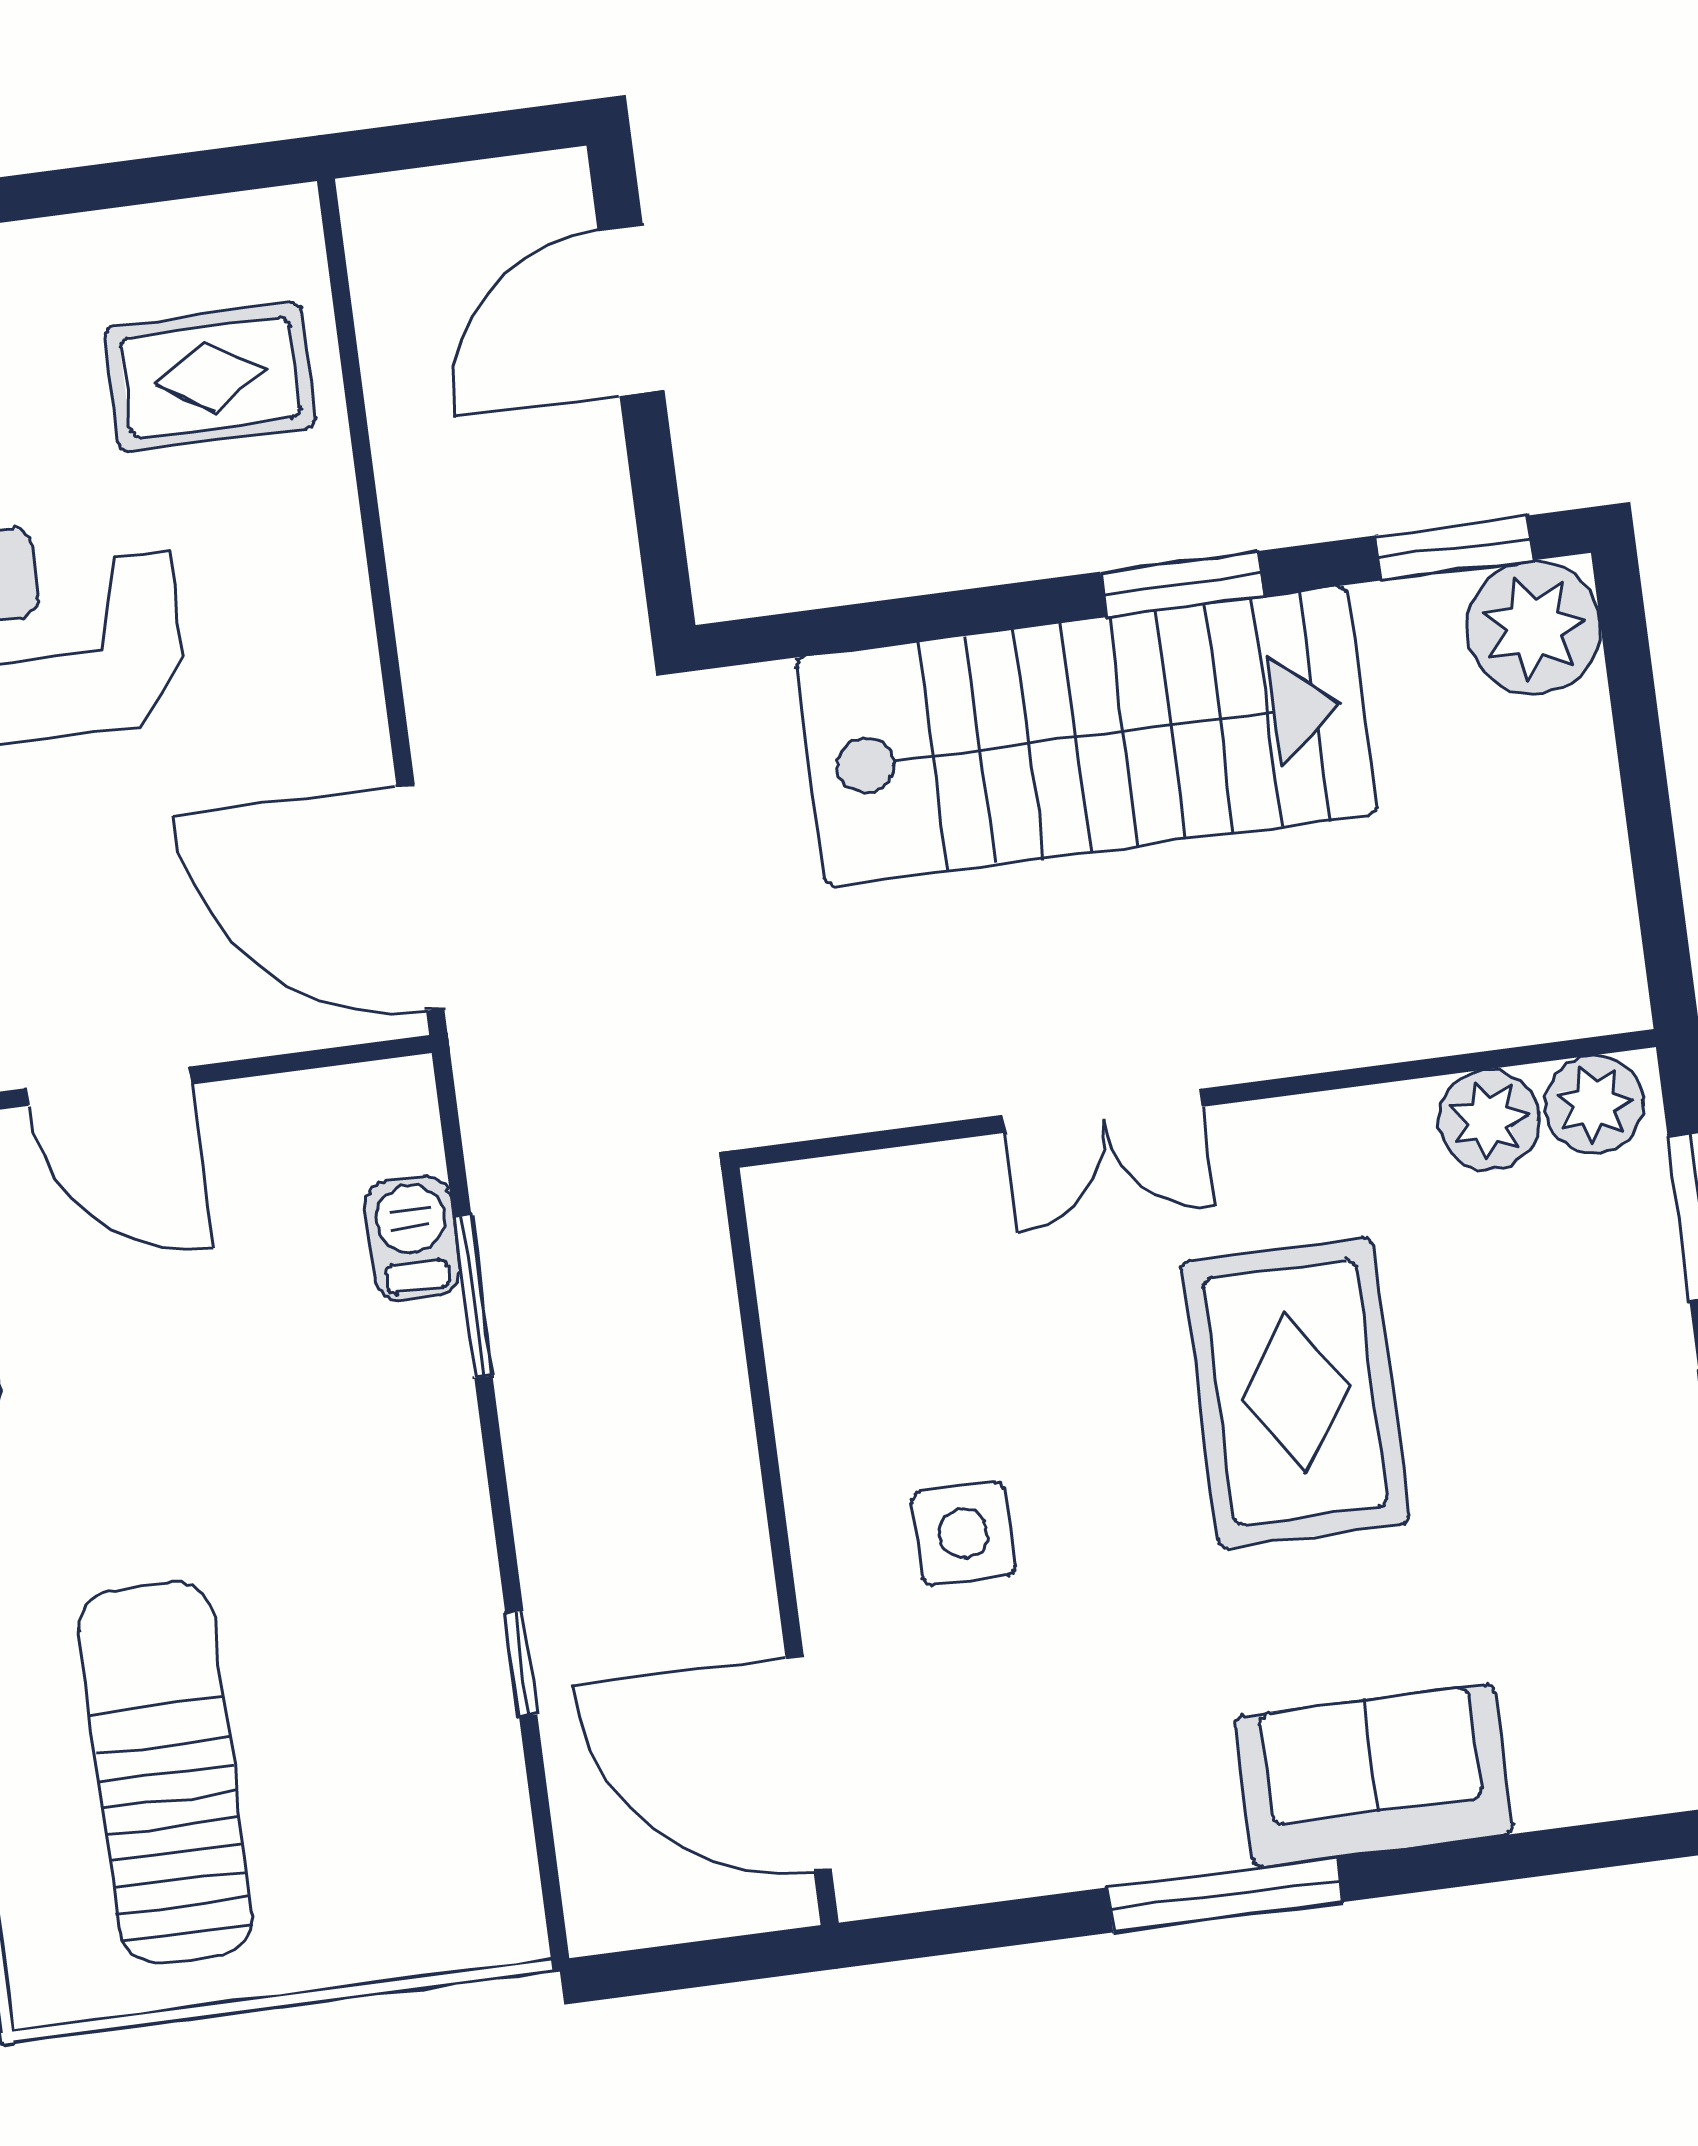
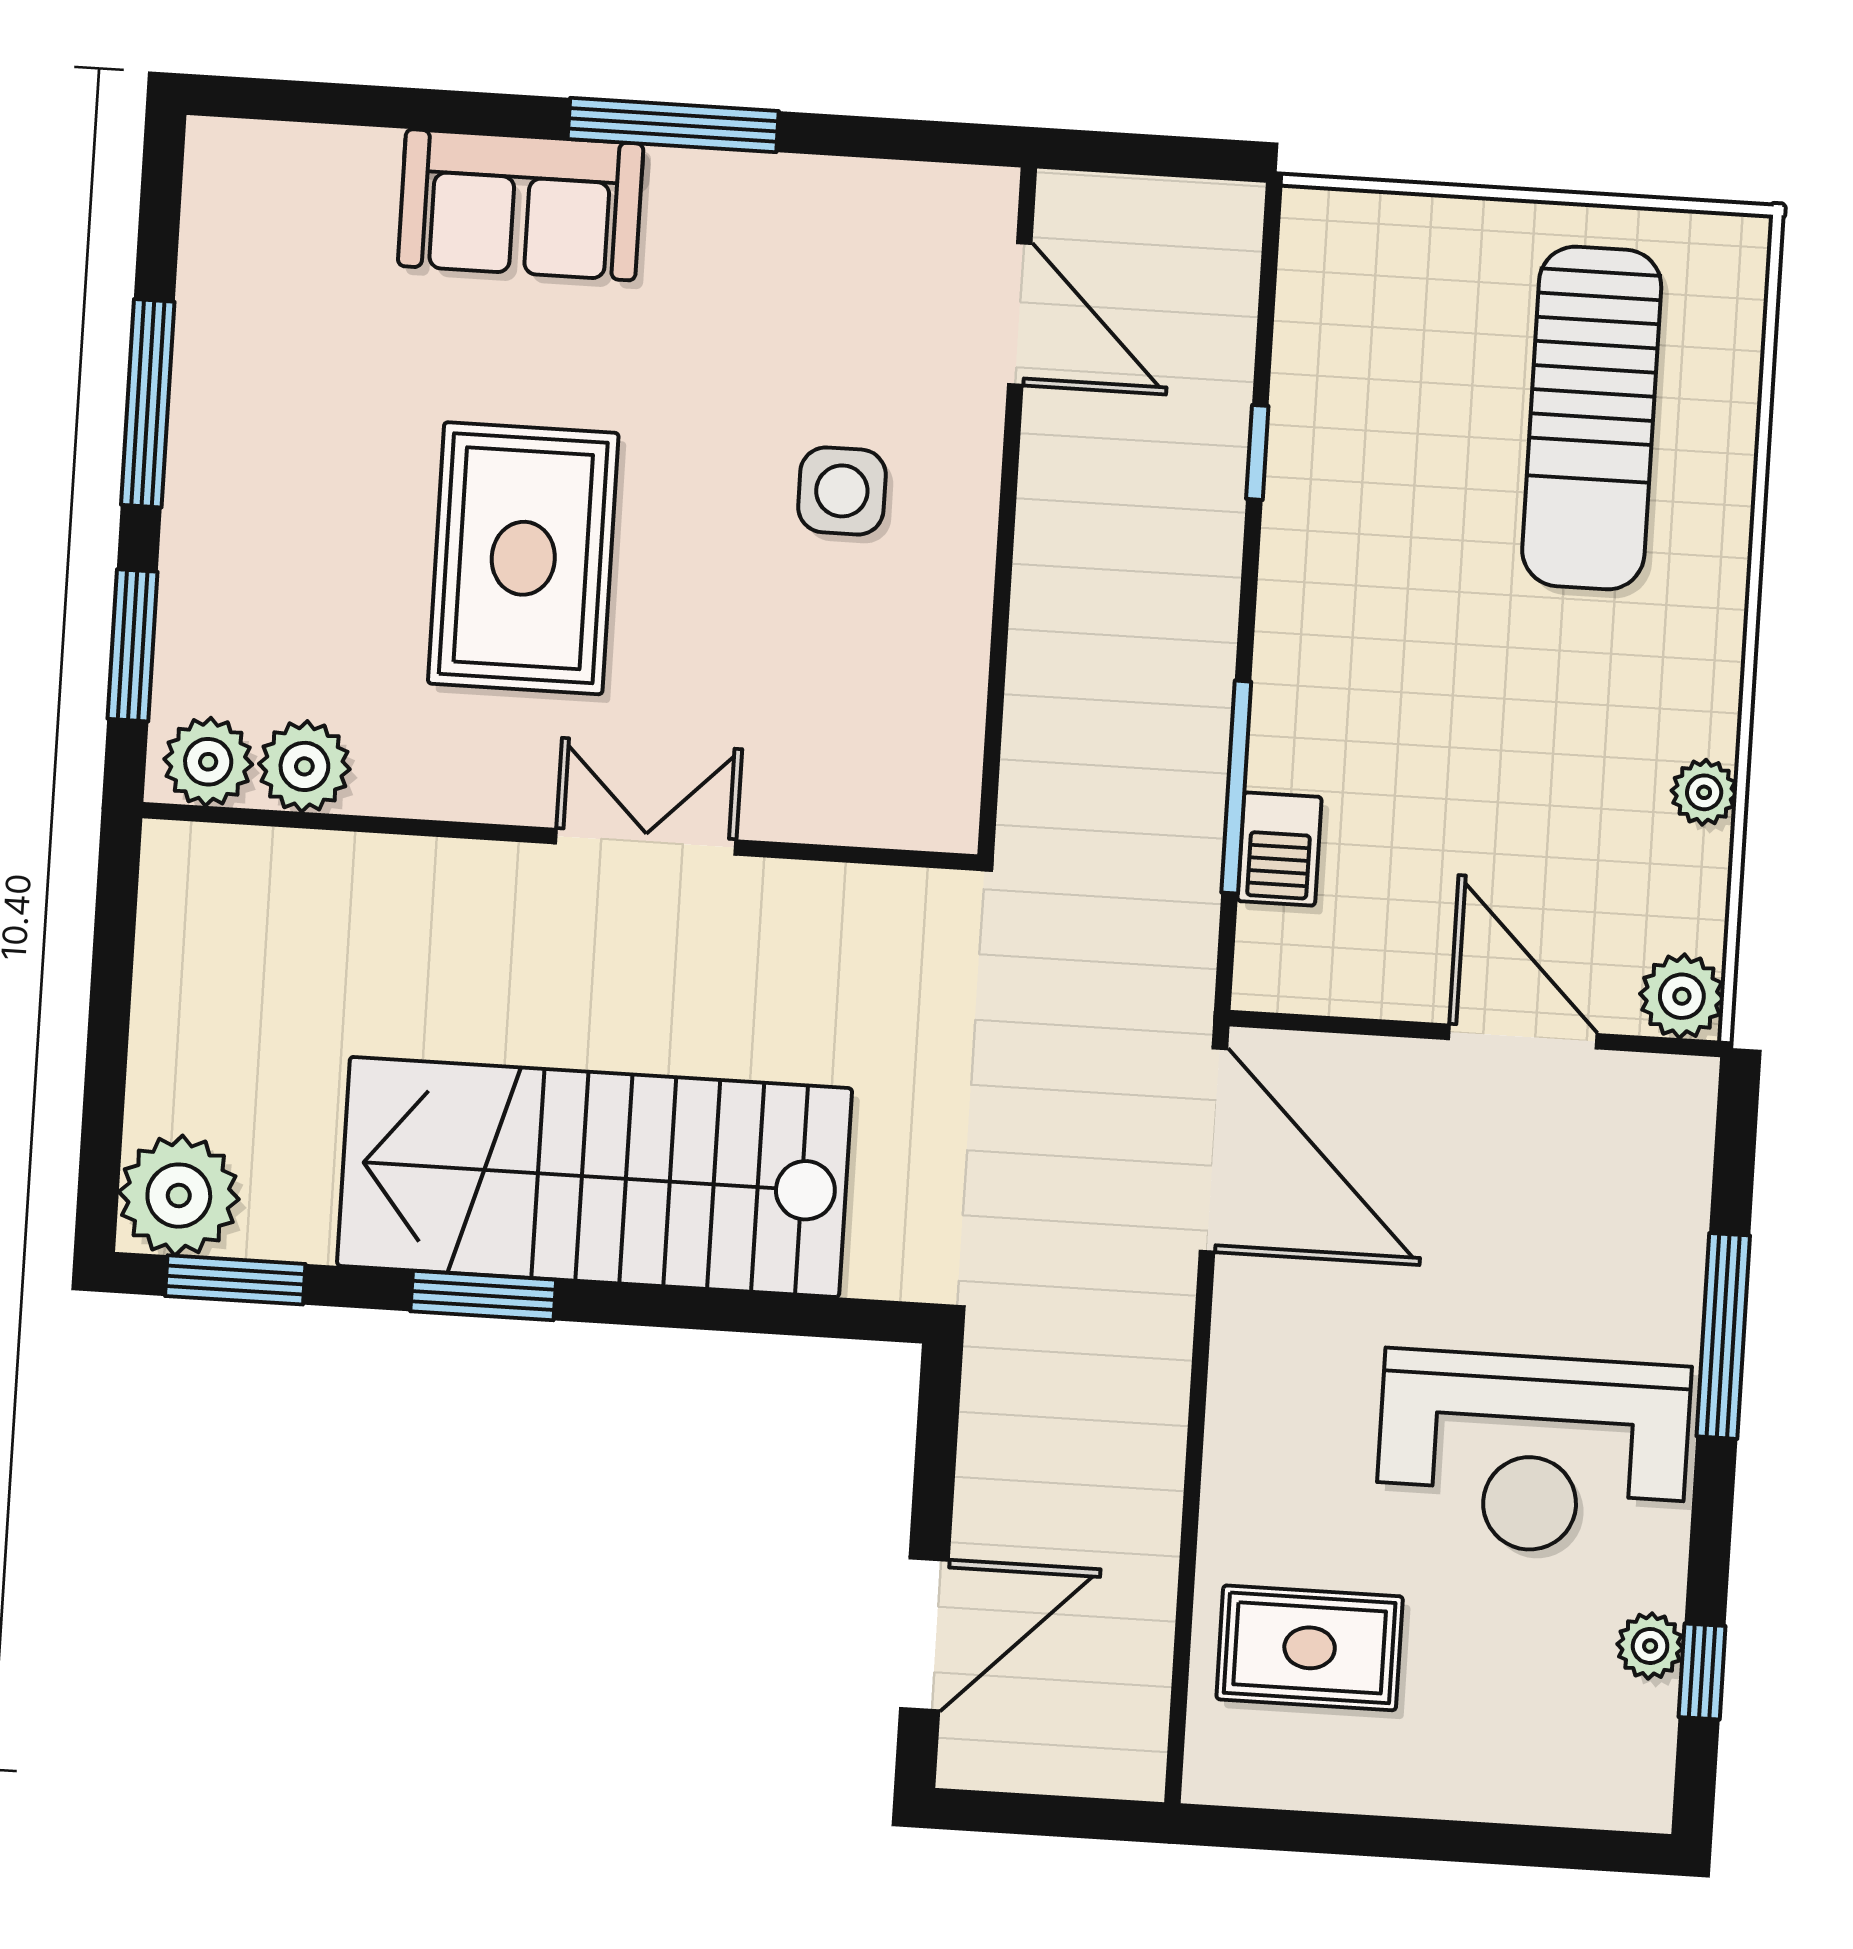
window: (473, 1296) -> (1236, 787), width x1.44
door: (809, 1763) -> (1020, 314), width x0.73

